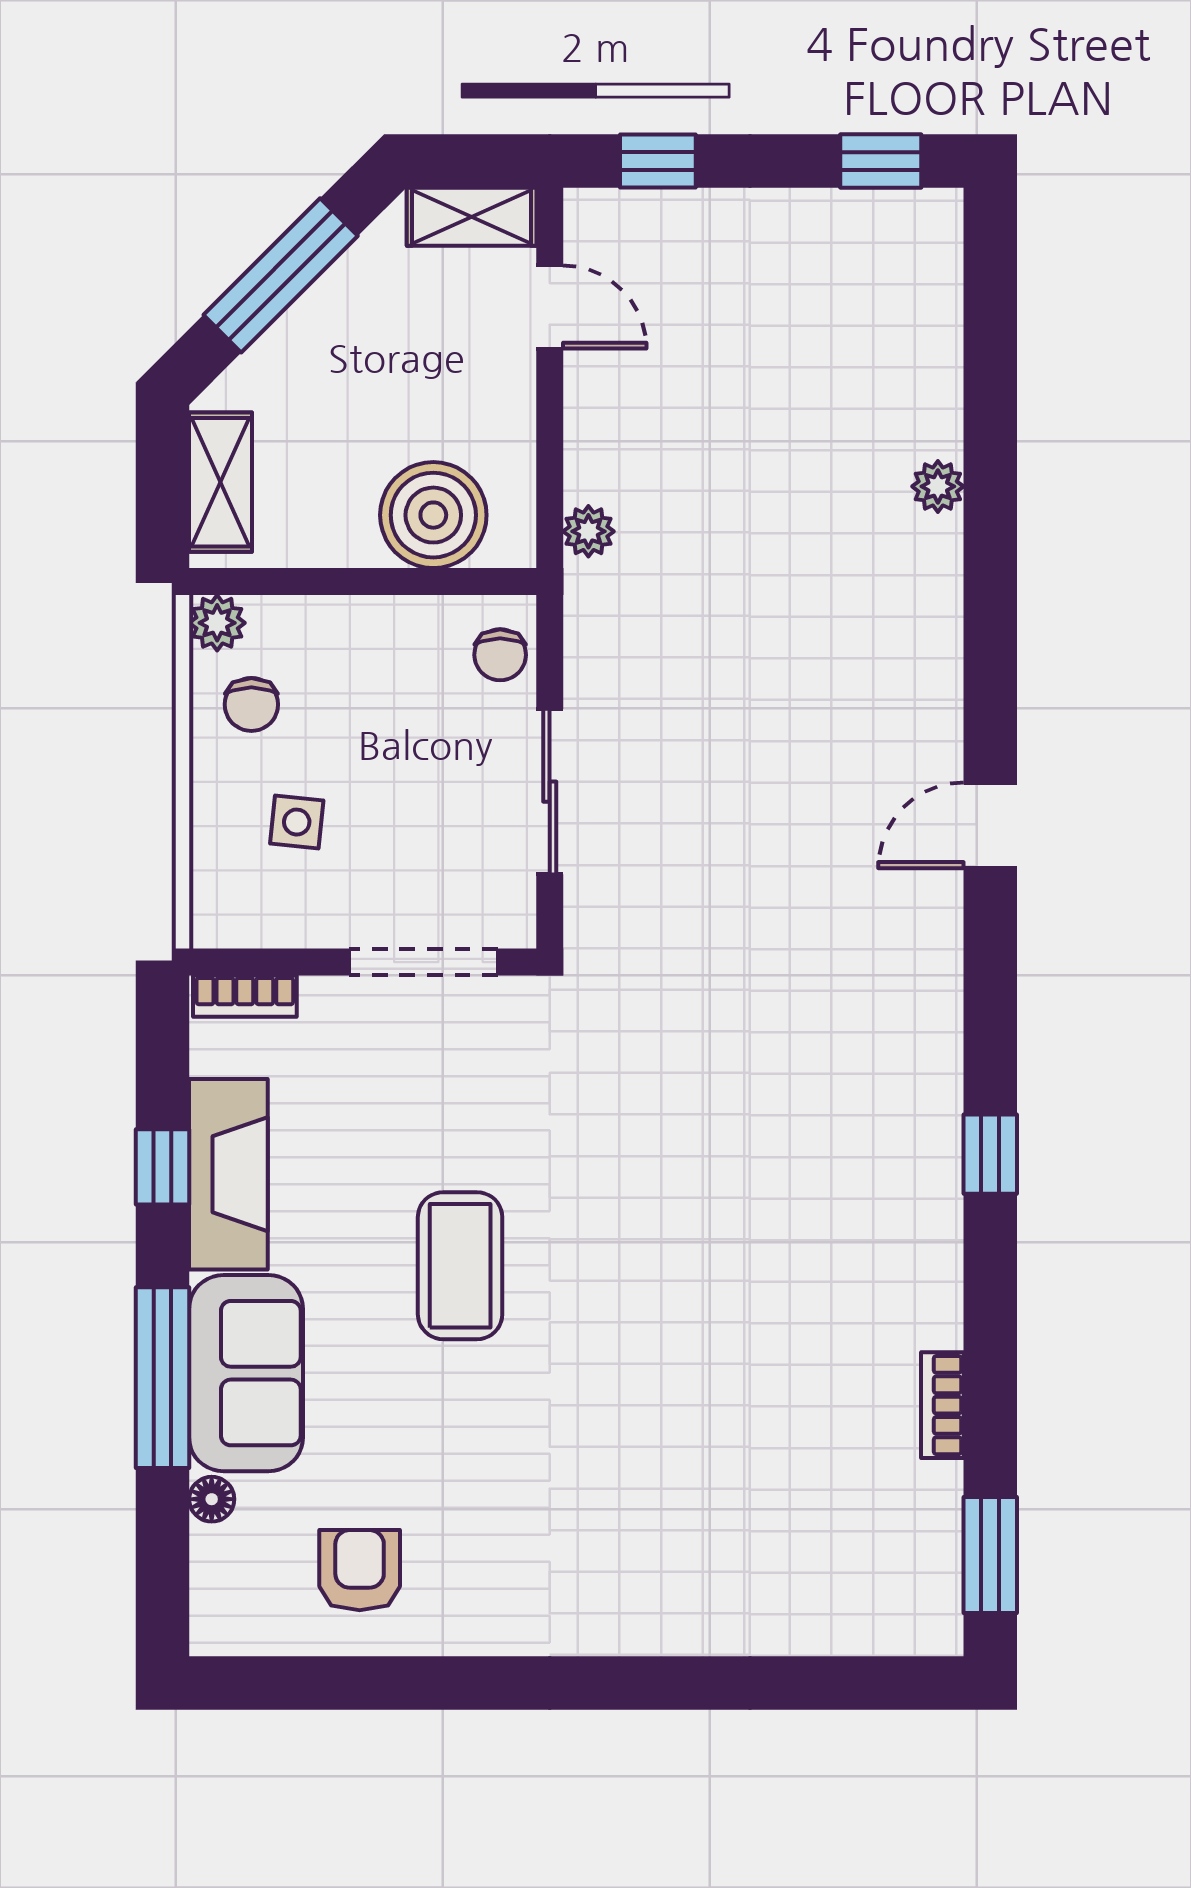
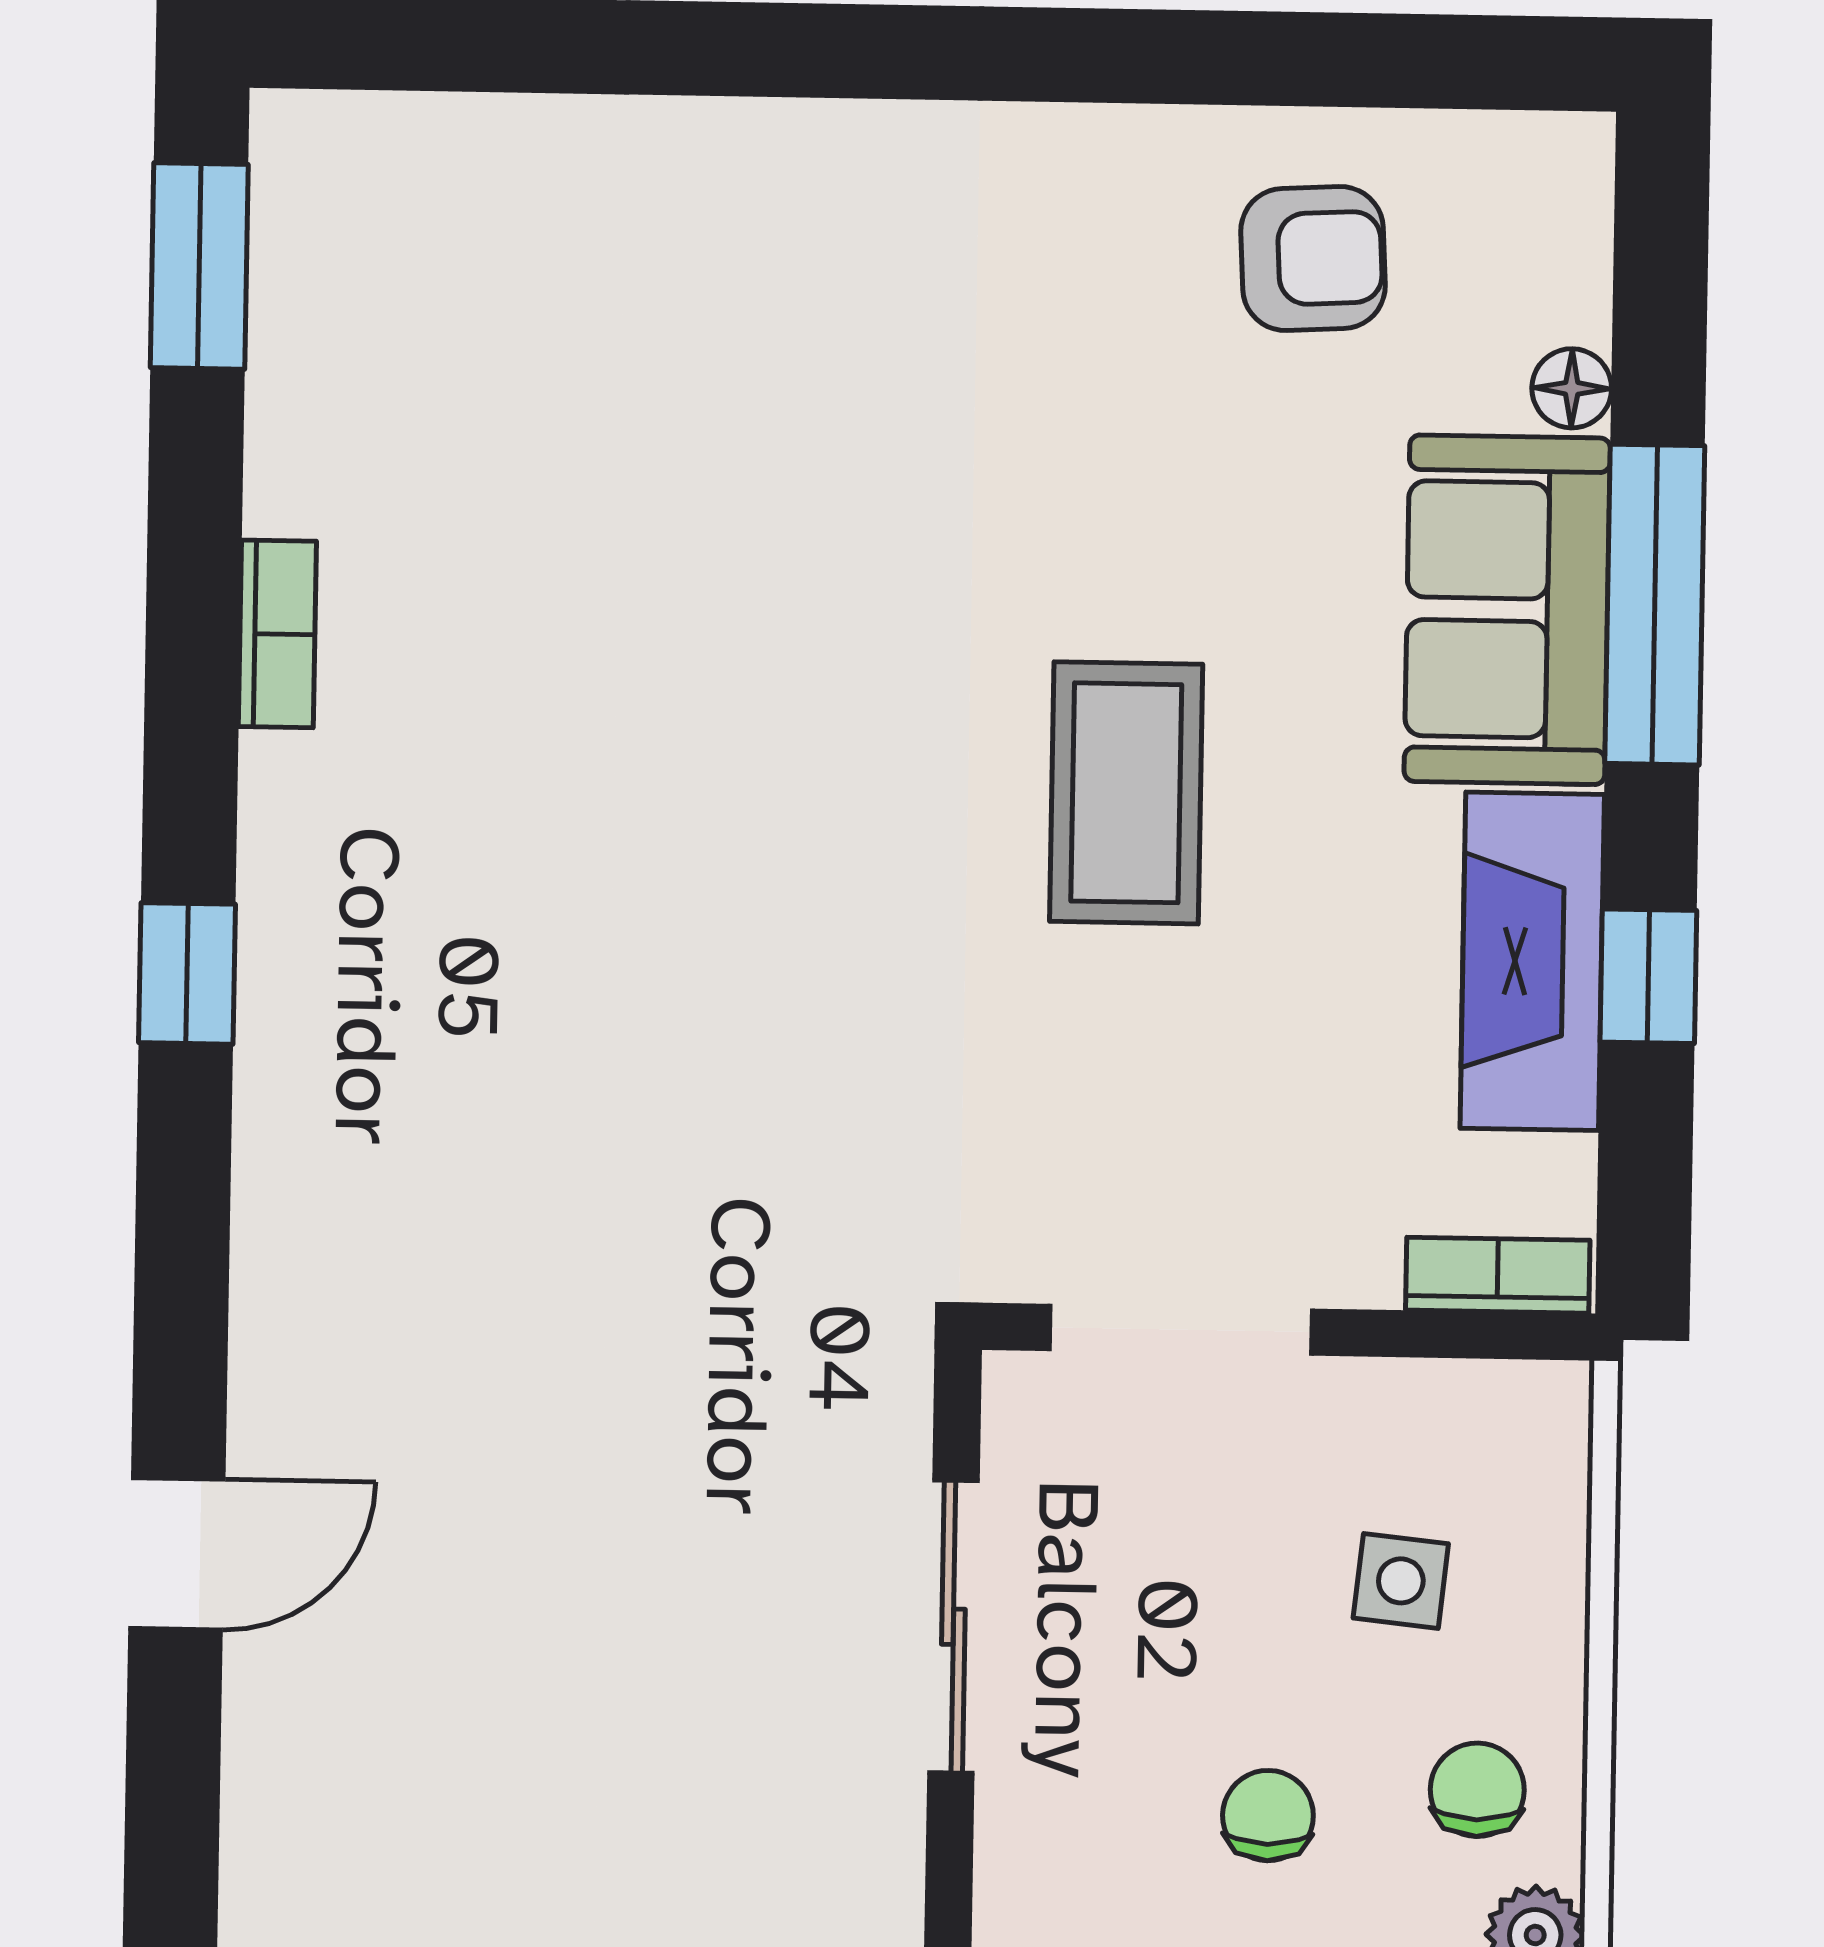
chair: (500, 655) -> (1268, 1816), moved
bookcase: (942, 1405) -> (277, 634), moved
armchair: (360, 1570) -> (1313, 259), turned -93

